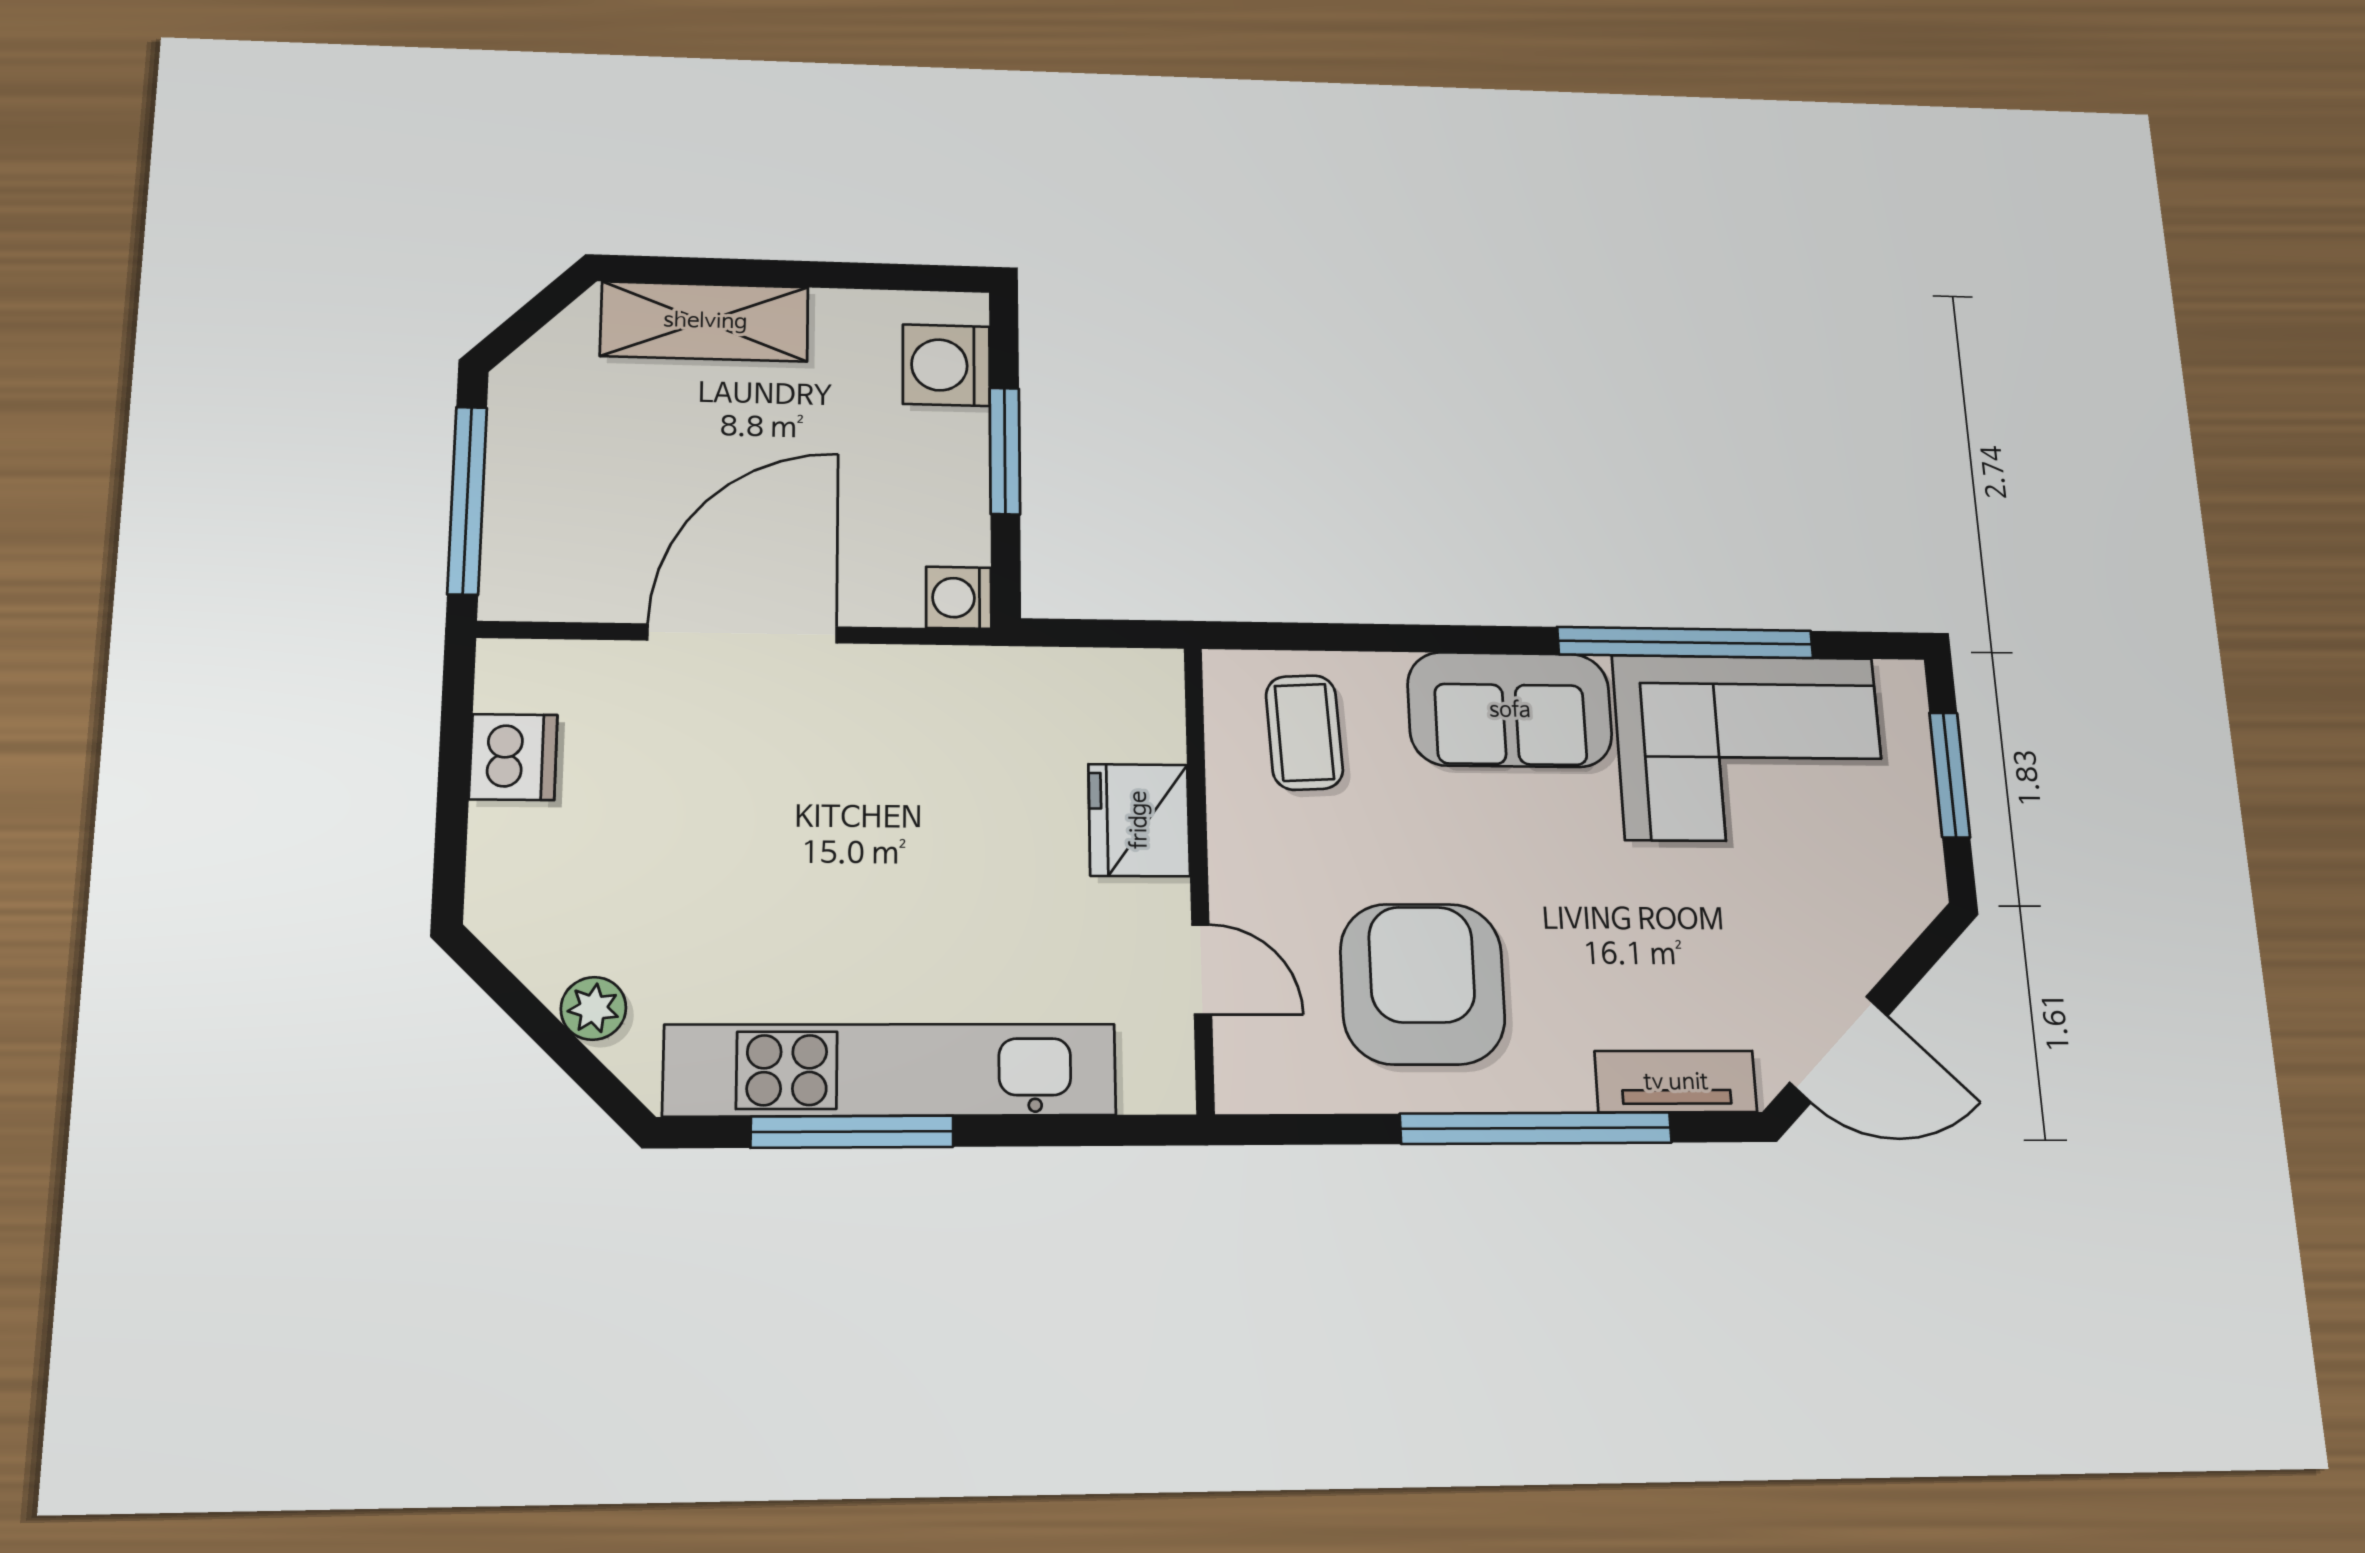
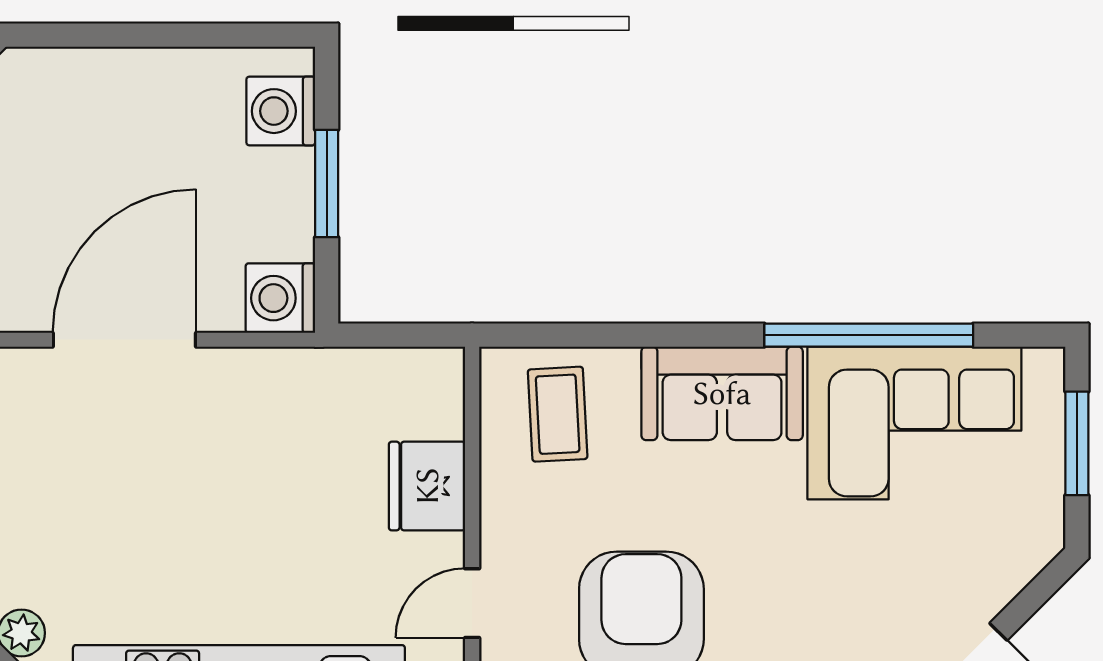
shelving: (705, 321) -> (90, 79), removed
washing machine: (959, 598) -> (280, 298), width x1.38, depth x1.38
door: (1202, 969) -> (472, 603), swing flipped

